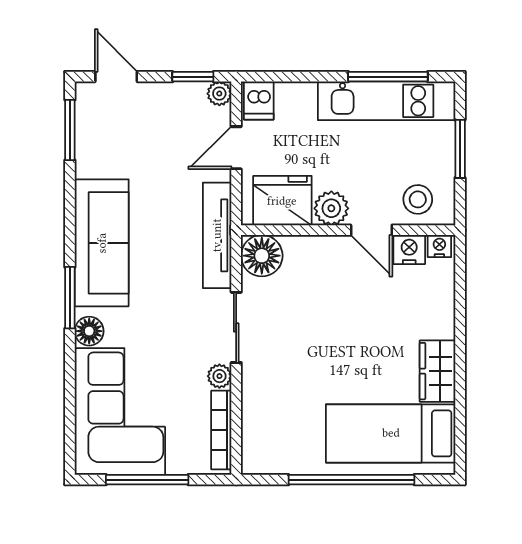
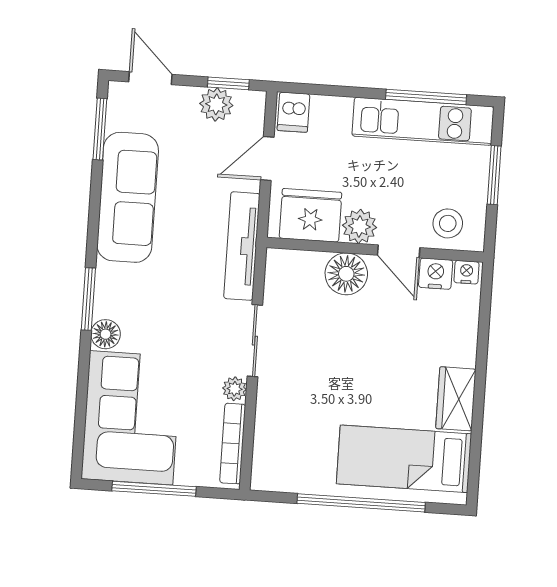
plant: (219, 94) -> (216, 104), moved, width x1.38, depth x1.38
sofa: (102, 243) -> (128, 197), moved
floor lamp: (262, 256) -> (346, 274), moved

